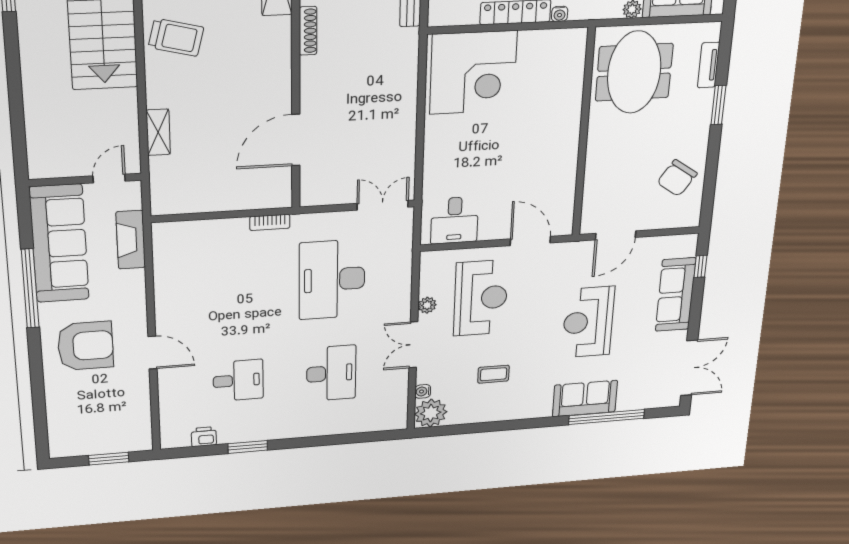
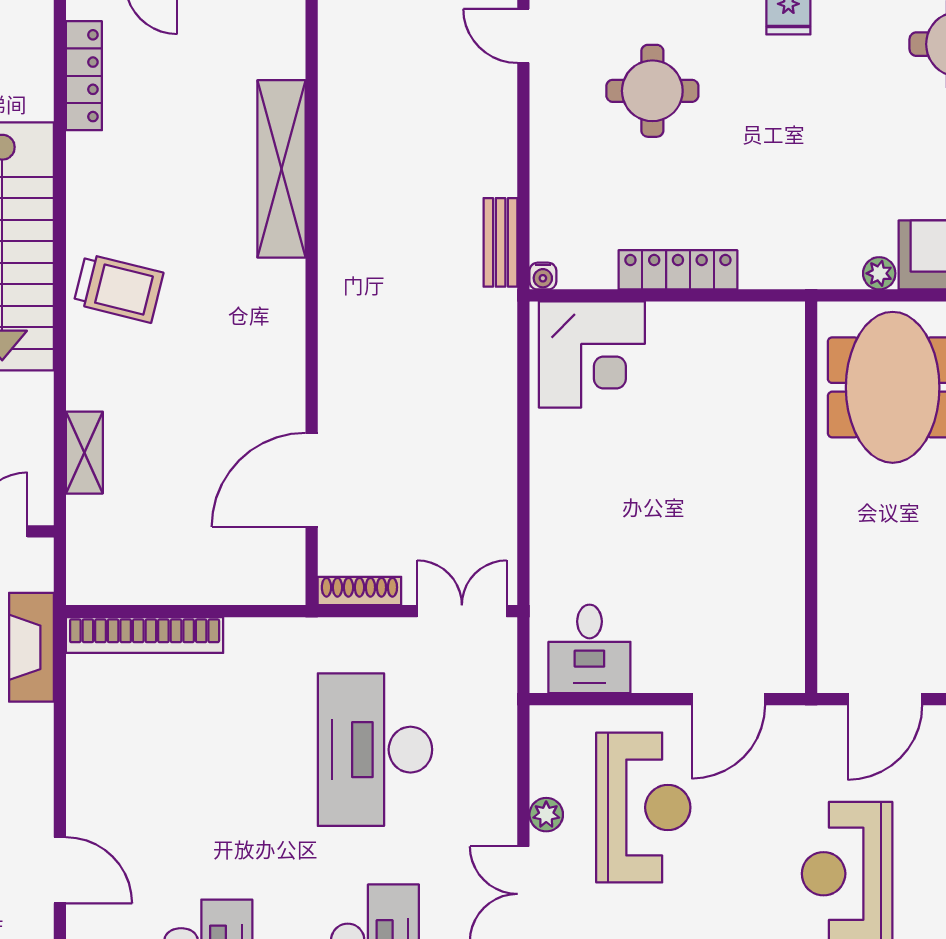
water cooler: (560, 14) -> (543, 276), moved
shoe rack: (308, 31) -> (359, 591), moved, turned -90
corner desk: (473, 72) -> (592, 354), width x0.74, depth x0.74
bookcase: (270, 222) -> (145, 635), moved, width x2.31, depth x1.31
door: (530, 241) -> (728, 699), swing flipped

